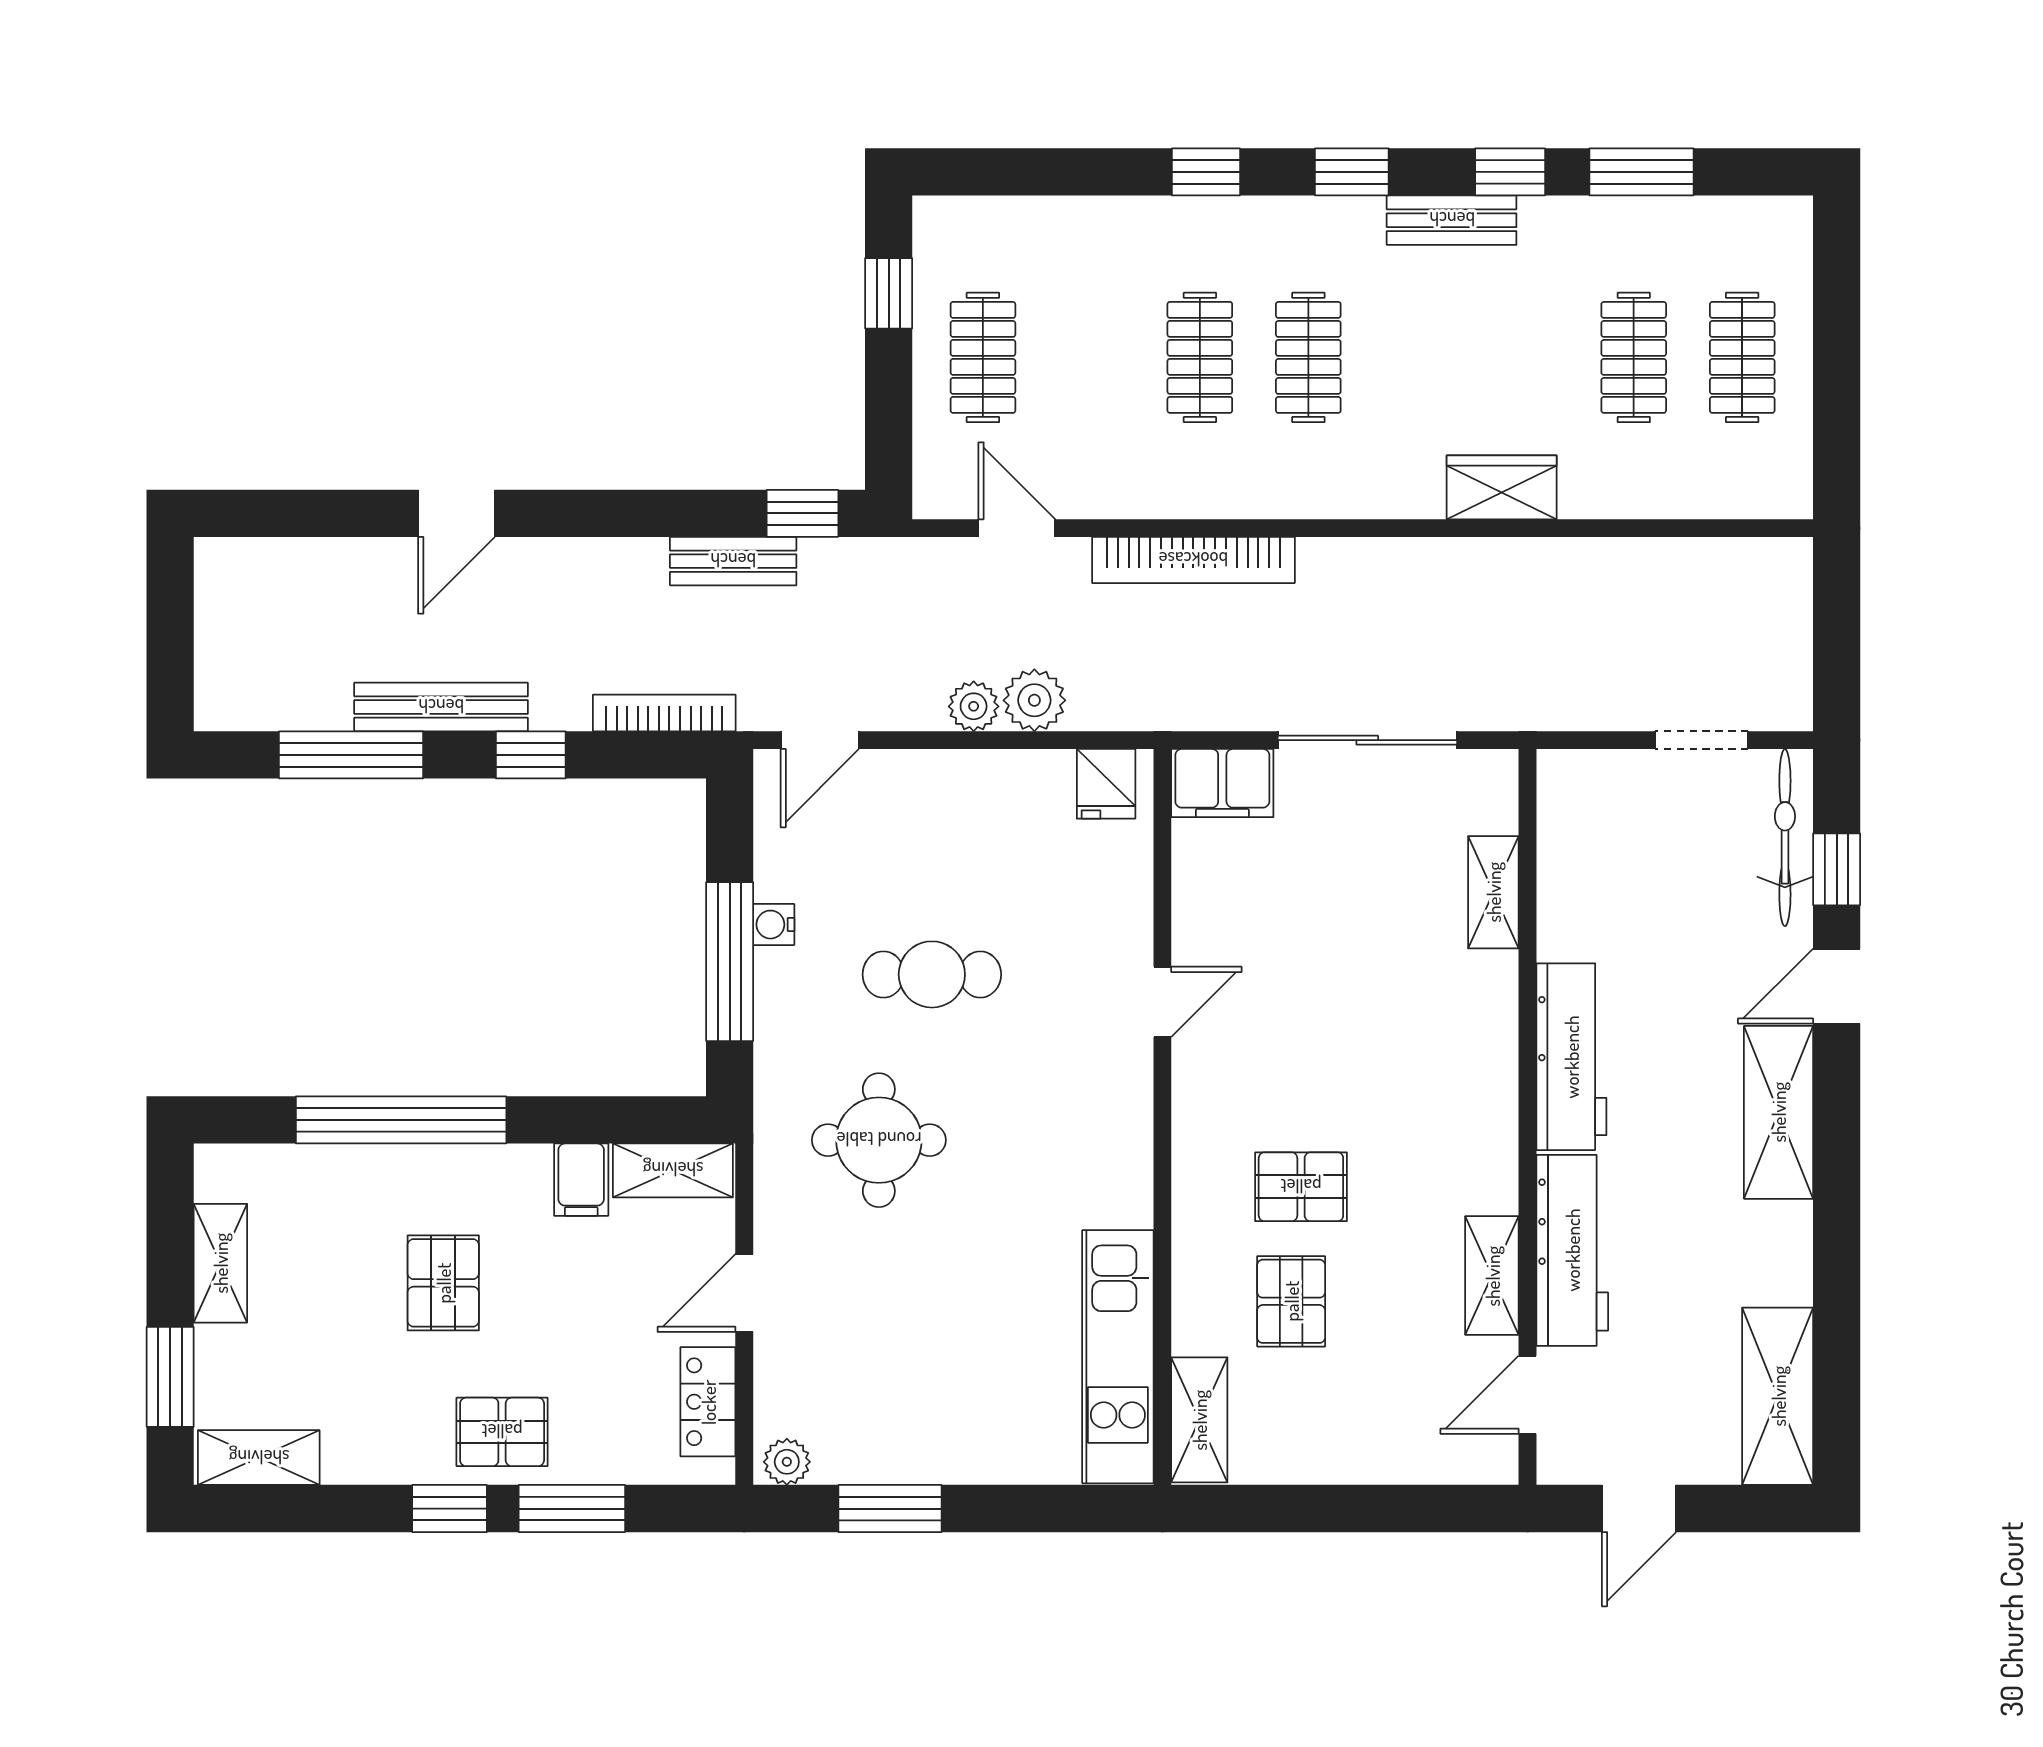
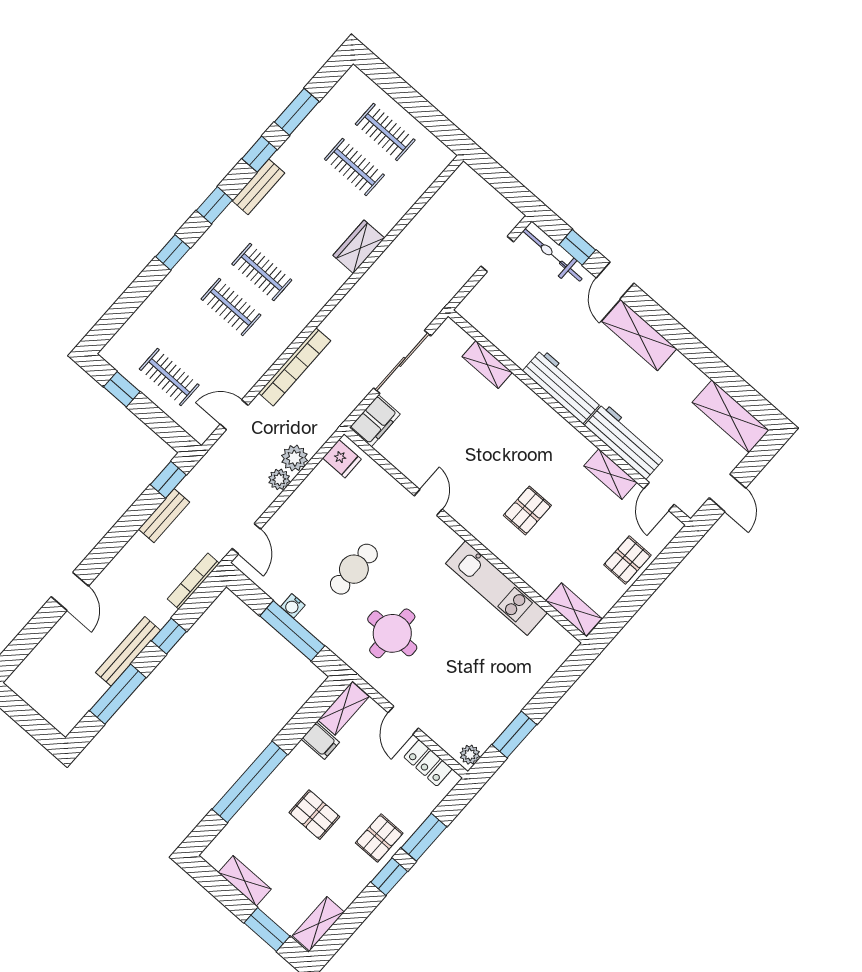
pallet: (1291, 1301) -> (627, 560), moved, turned 90
kitchen unit: (1118, 1357) -> (496, 588), moved

